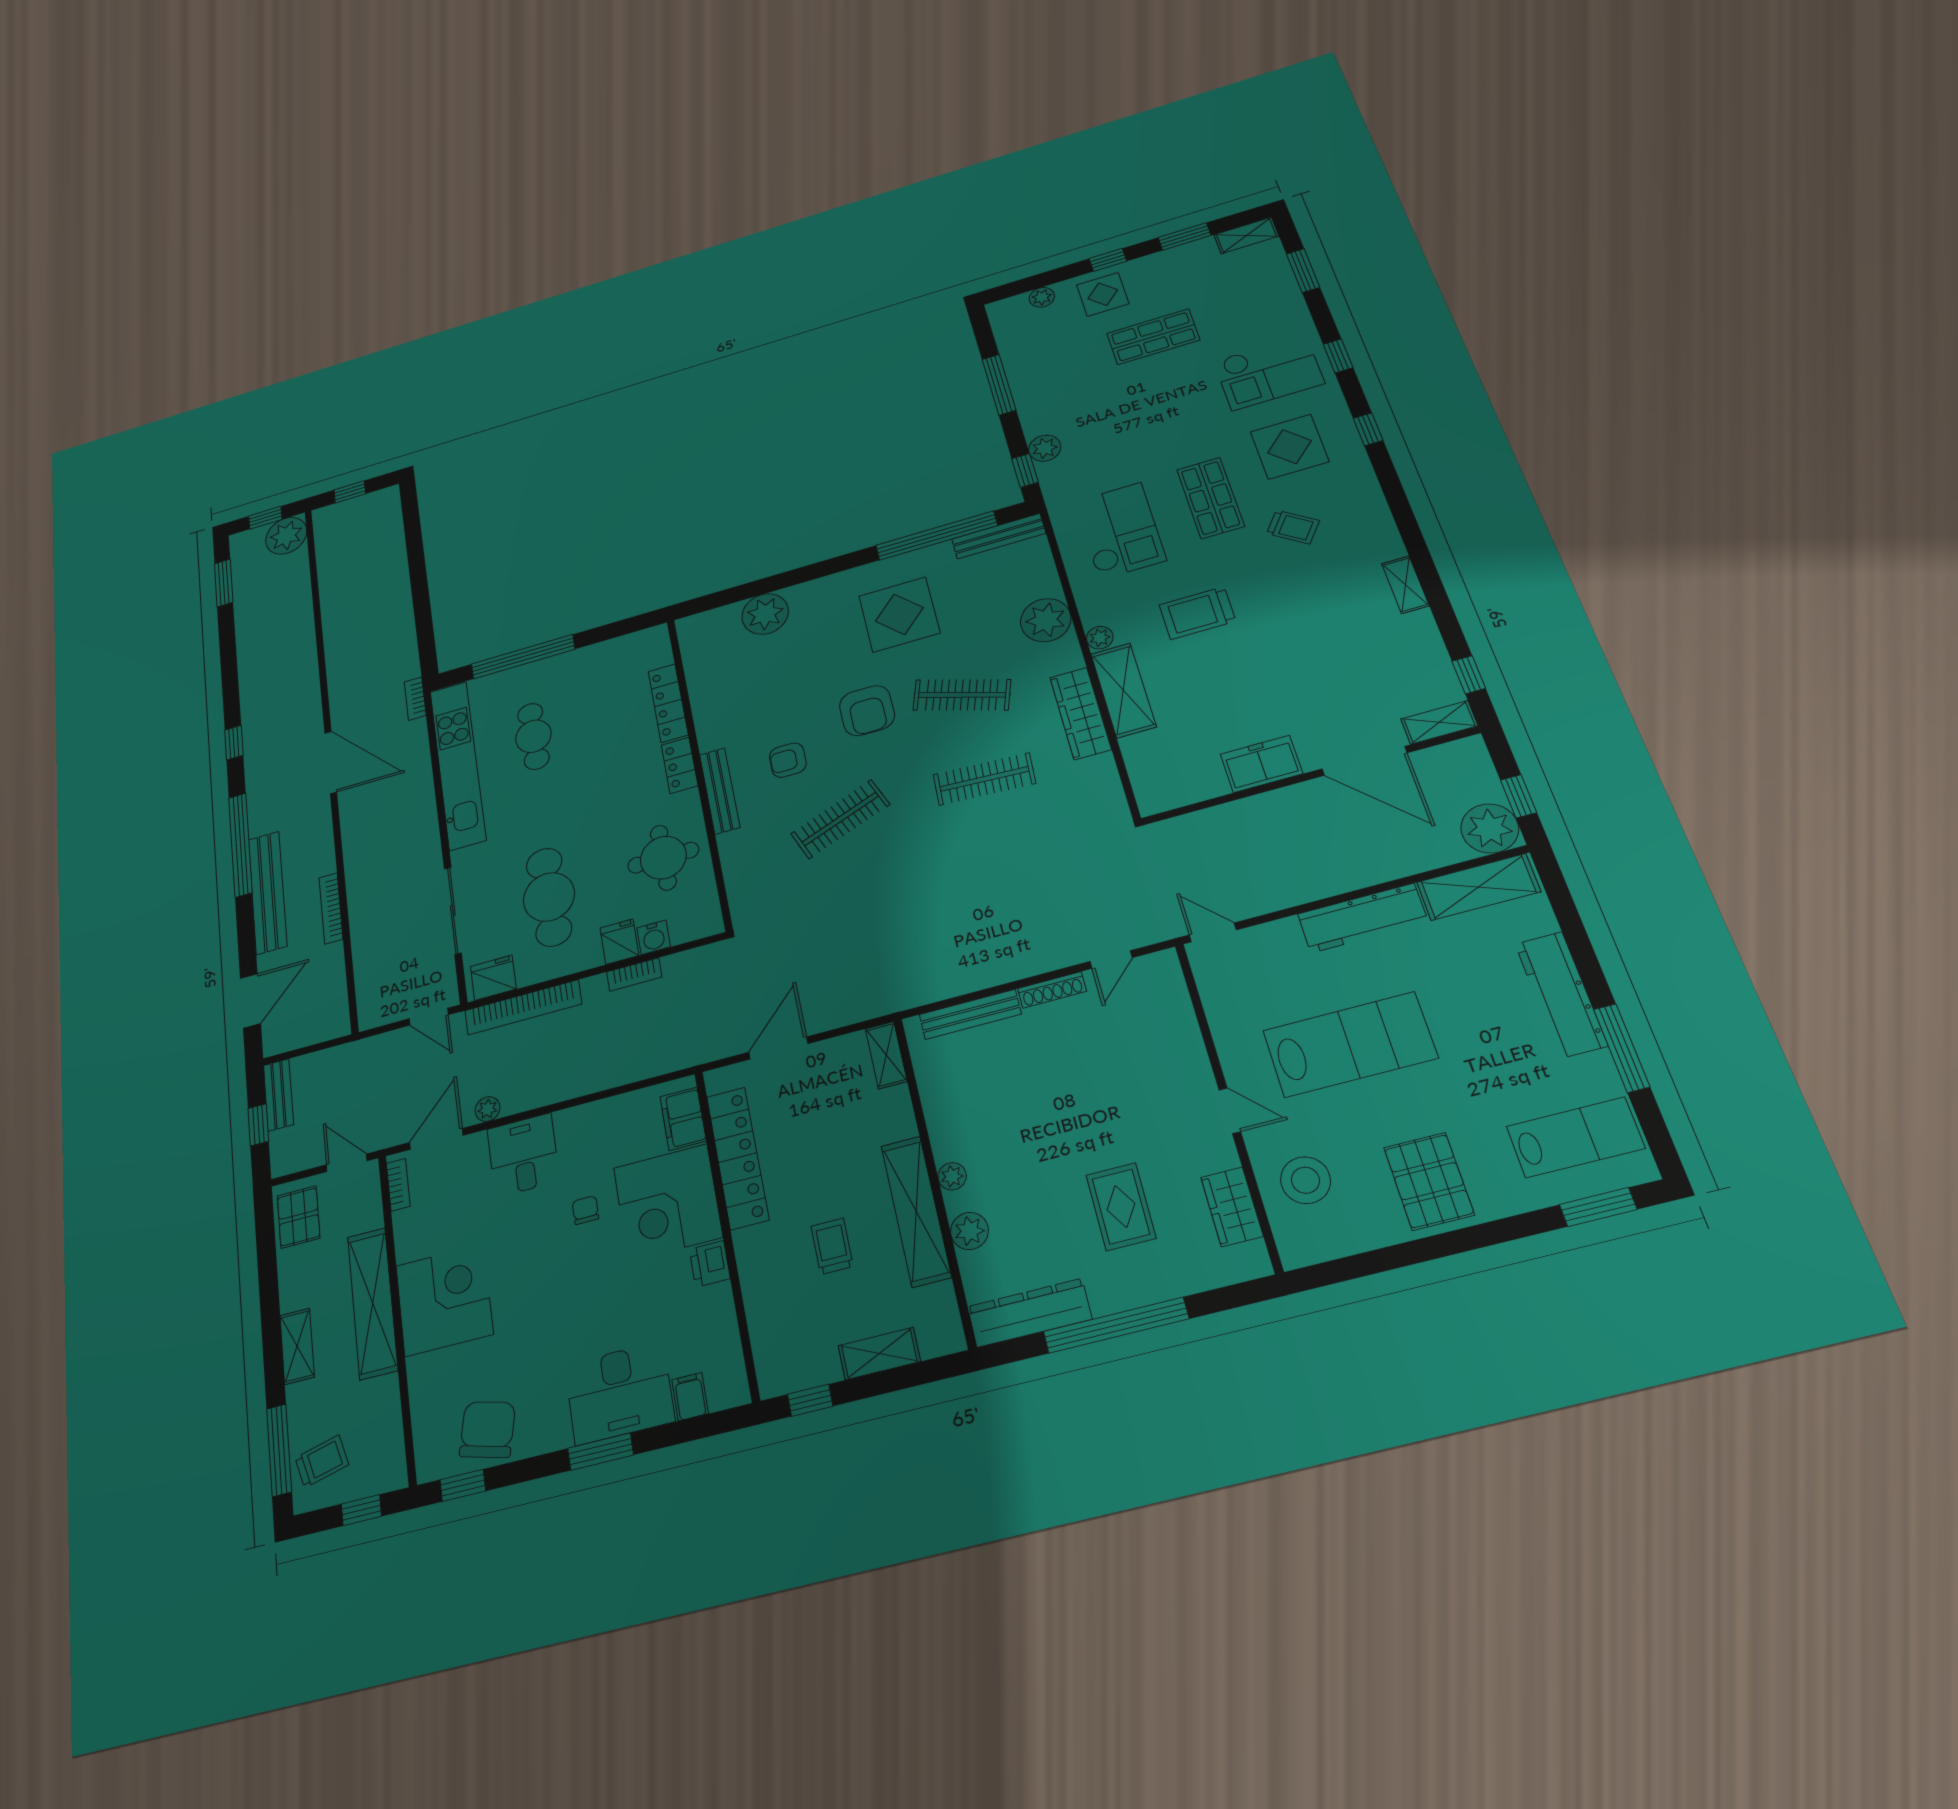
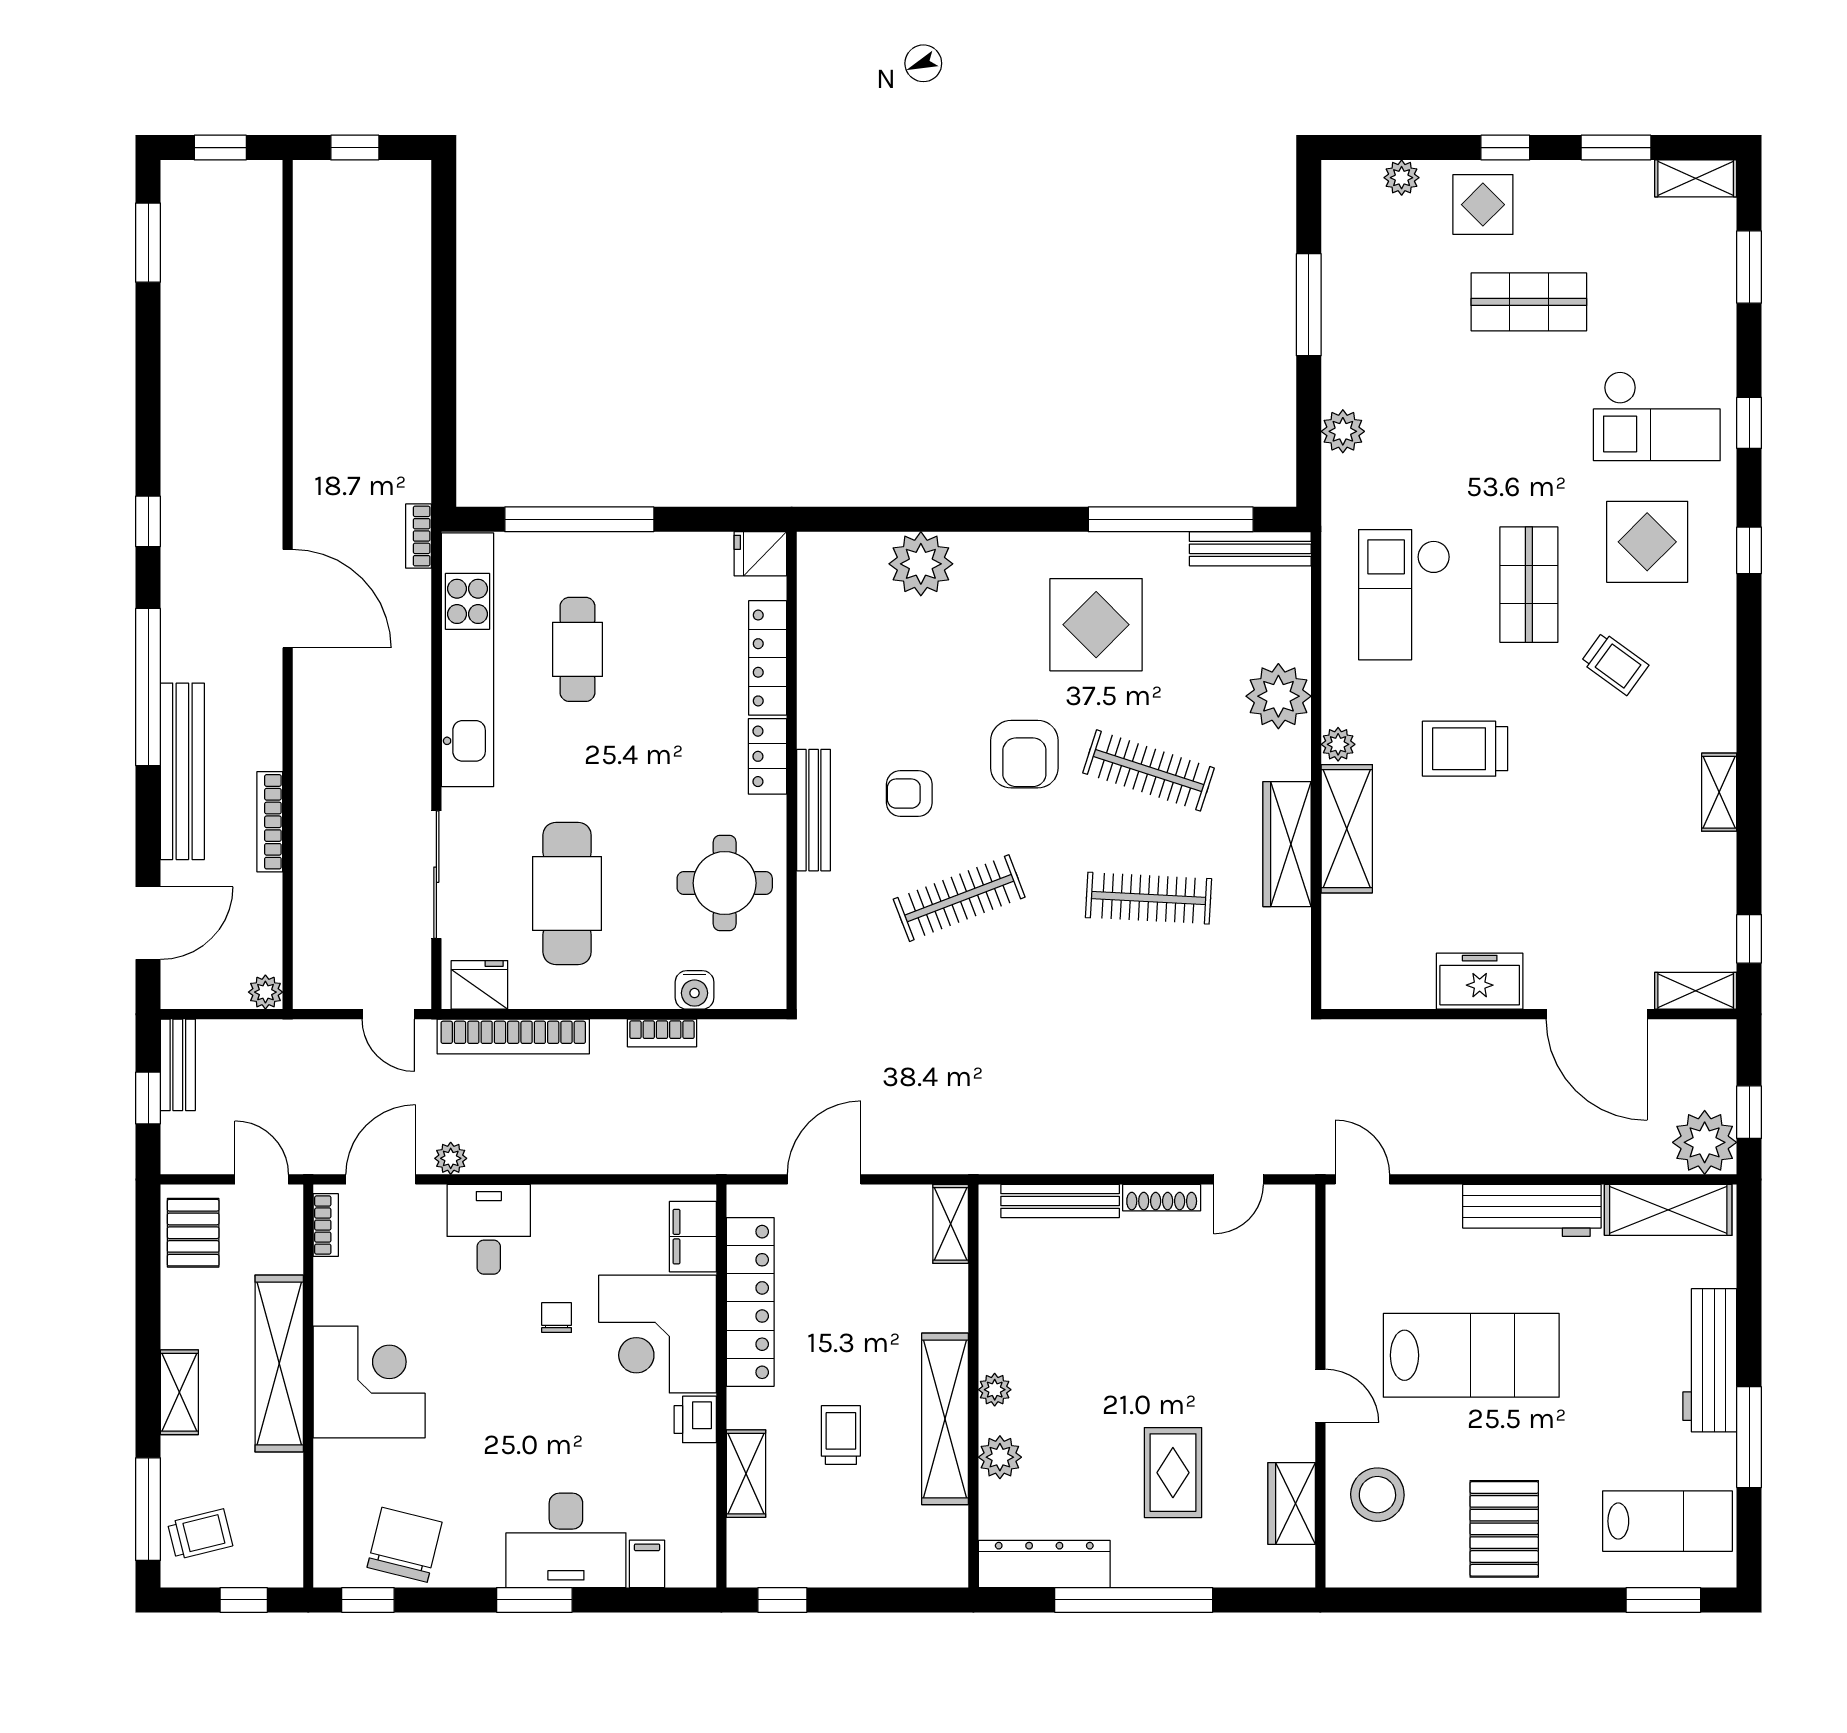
window: (1025, 470) -> (1309, 458), removed
checkout: (1120, 531) -> (1404, 595), turned 180
plant: (286, 536) -> (265, 992), moved, width x0.53, depth x0.53
fridge: (619, 942) -> (760, 554), moved, turned -90
shelving: (879, 1353) -> (746, 1474), moved, turned 90

